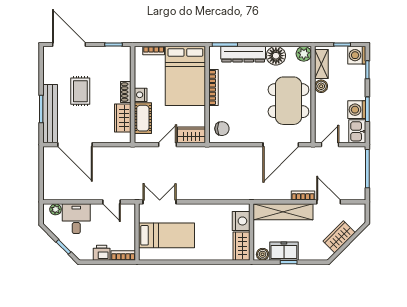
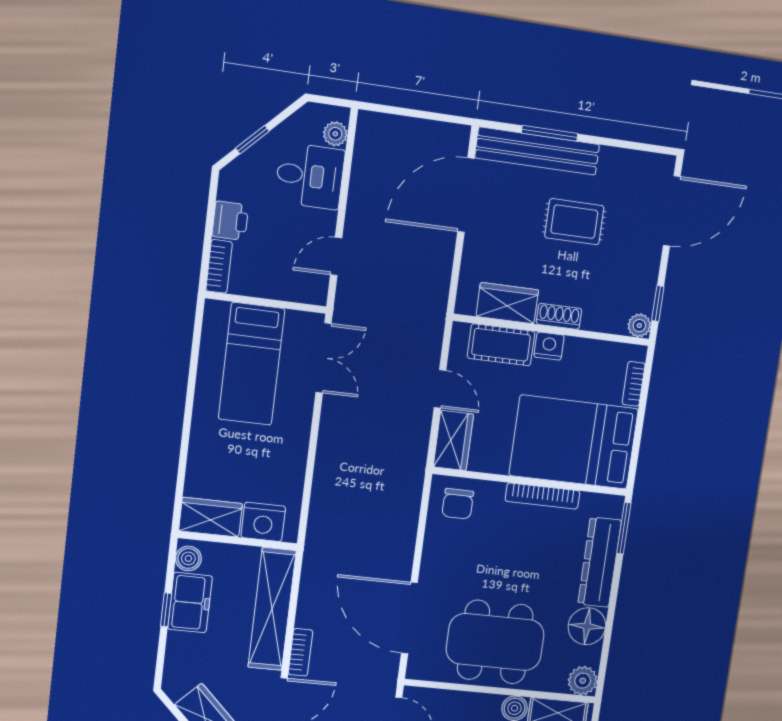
plant: (125, 52) -> (639, 325), added

